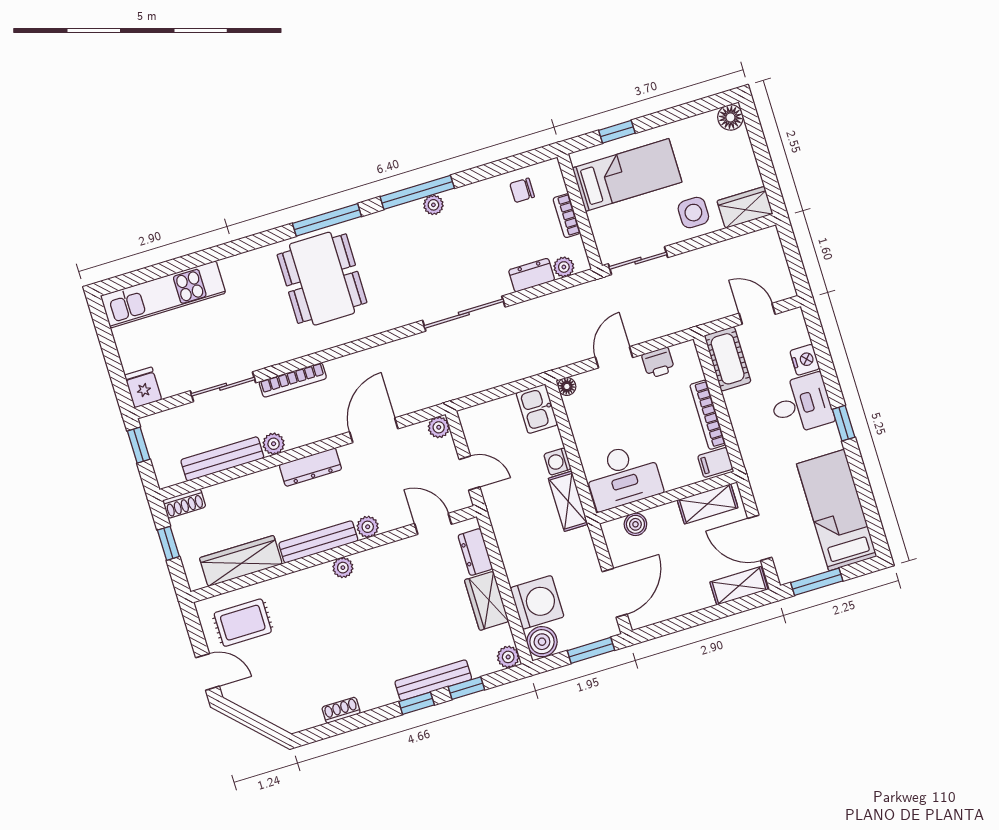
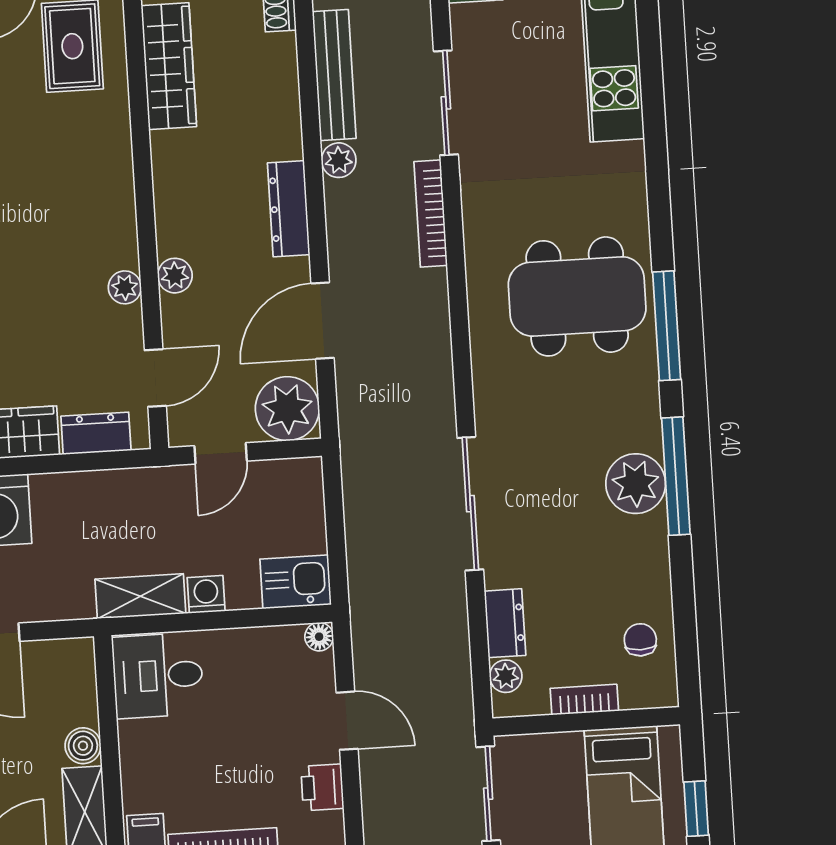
plant: (433, 205) -> (636, 484), width x1.88, depth x1.88
plant: (439, 427) -> (287, 409), width x1.88, depth x1.88
door: (374, 430) -> (323, 321), swing flipped
desk: (623, 476) -> (158, 675), width x0.73
boiler: (635, 524) -> (83, 746), moved
bench: (318, 542) -> (170, 193), removed
plant: (343, 568) -> (125, 287), moved

